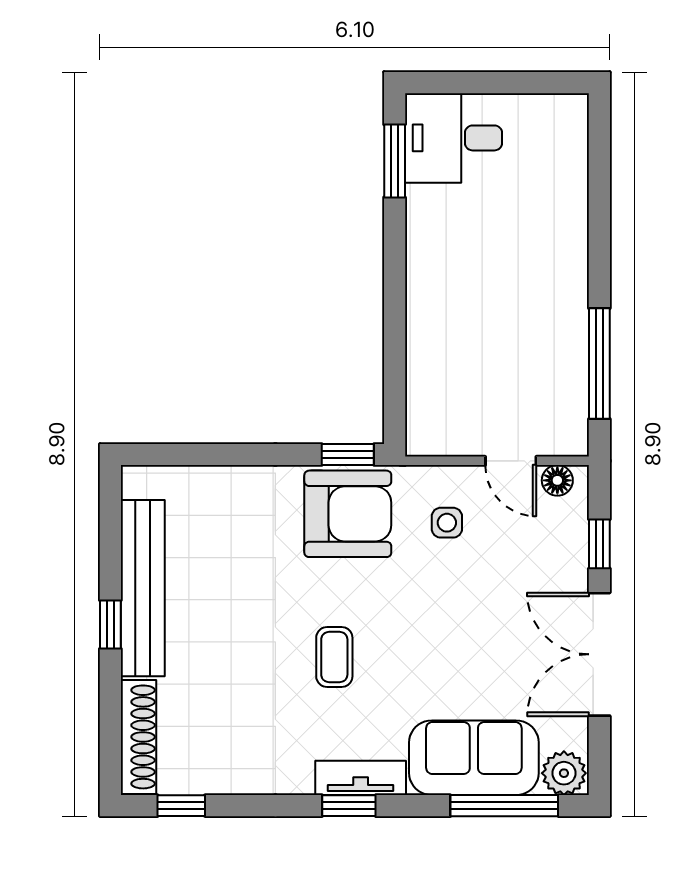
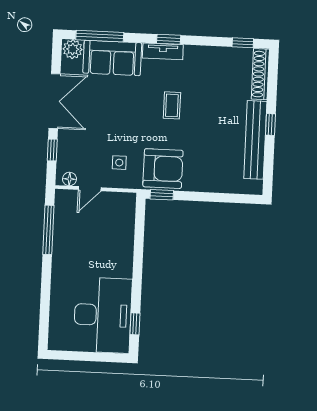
desk: (453, 138) -> (103, 315), width x1.87, depth x1.30
window: (395, 161) -> (135, 324), width x0.67
door: (511, 461) -> (90, 189), swing flipped
armchair: (348, 514) -> (163, 169), turned 180

